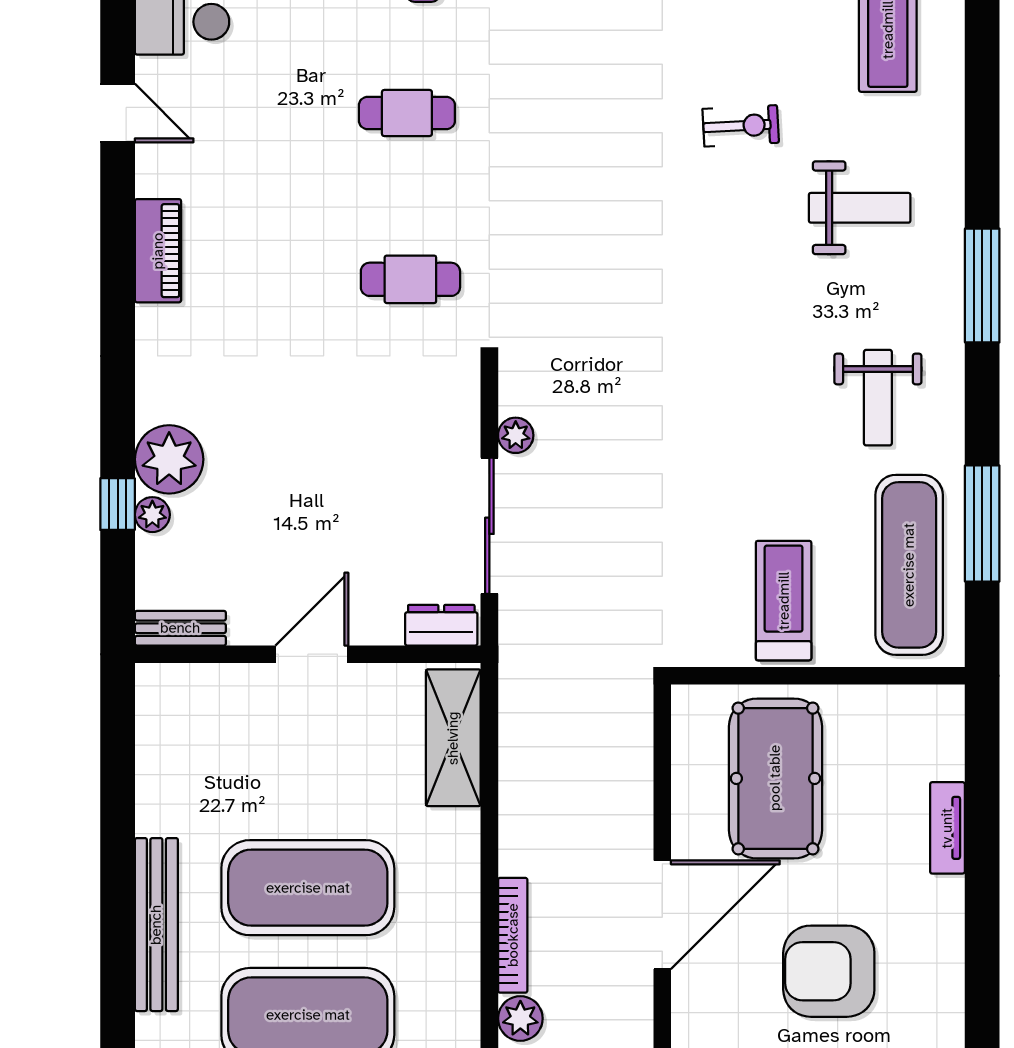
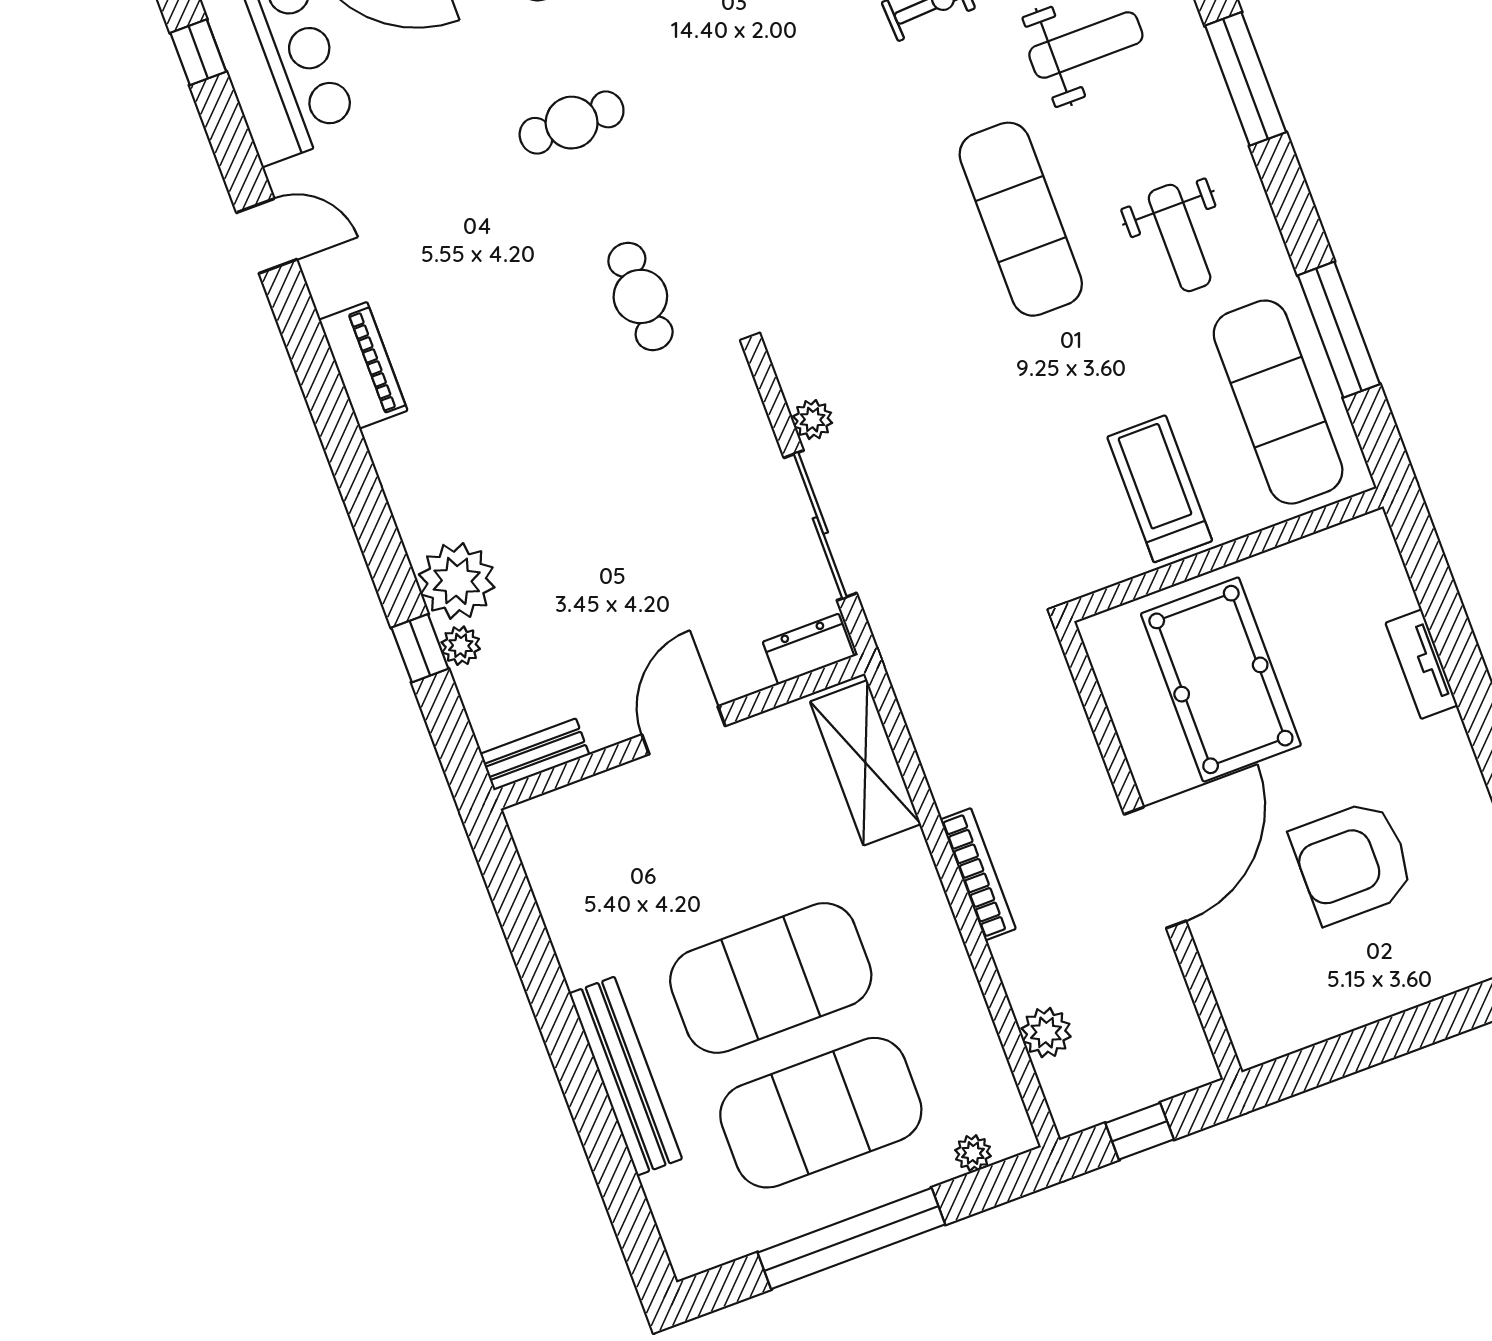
cafe table: (410, 279) -> (640, 296), turned 90
exercise mat: (751, 333) -> (1021, 219), added
bookcase: (513, 935) -> (978, 874), moved

